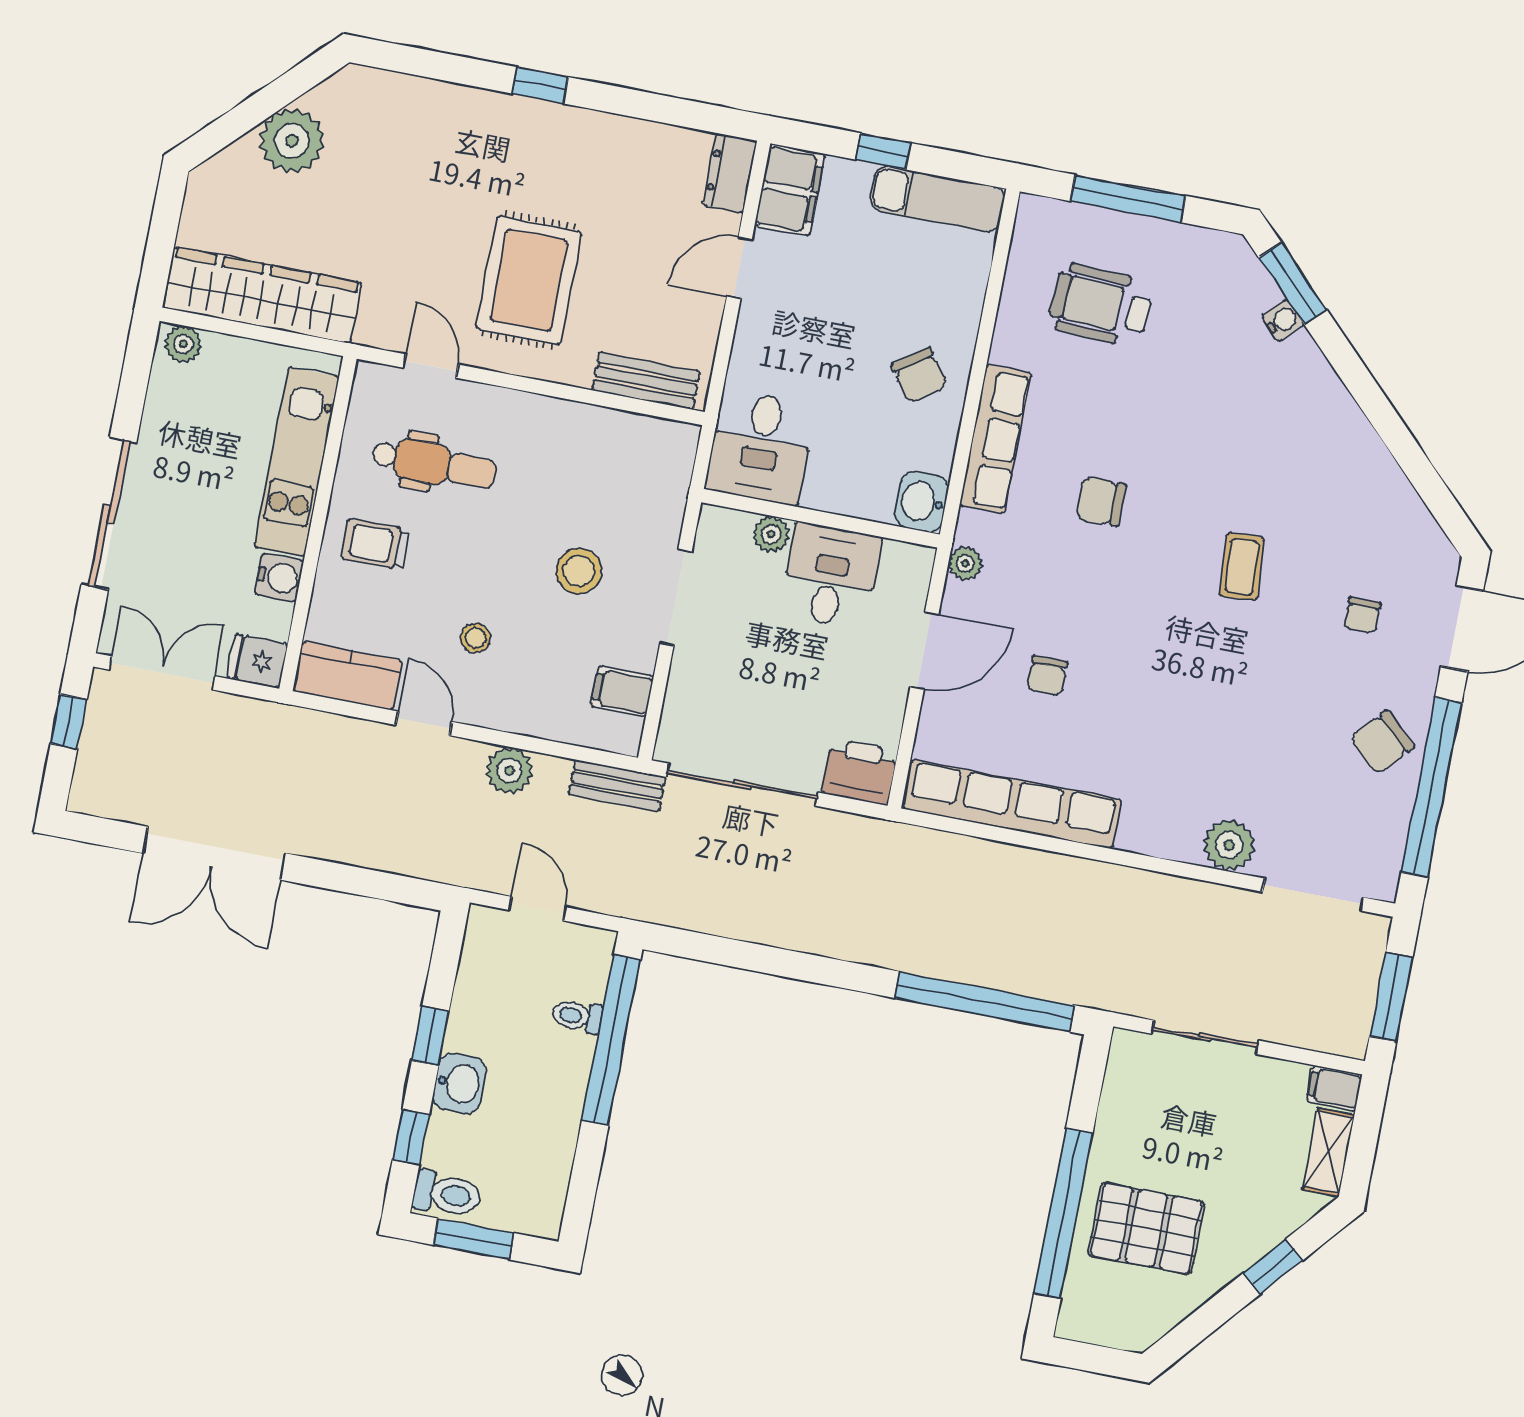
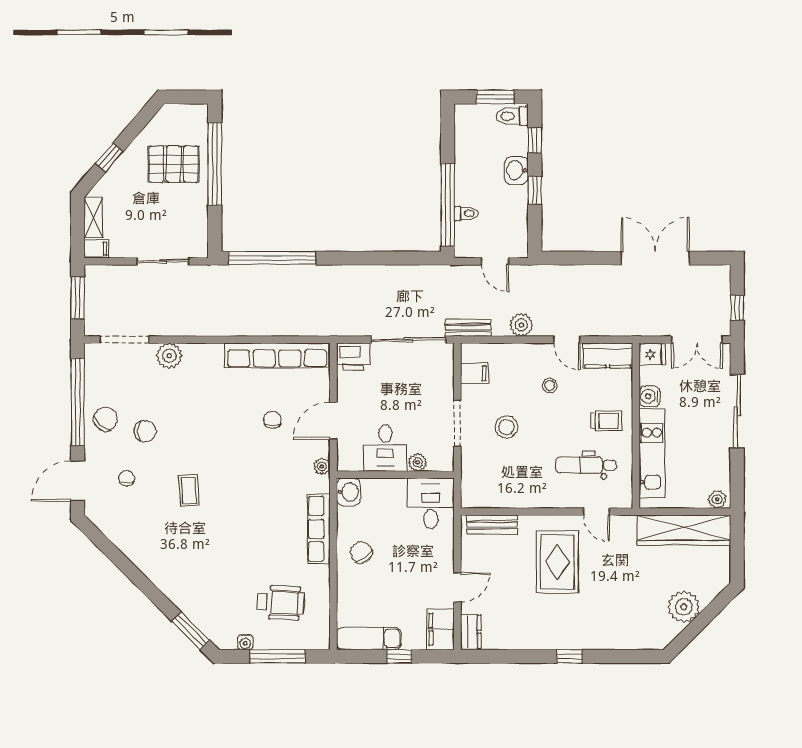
water cooler: (1283, 321) -> (245, 642), moved, turned -45
chair: (1101, 502) -> (145, 431), moved

